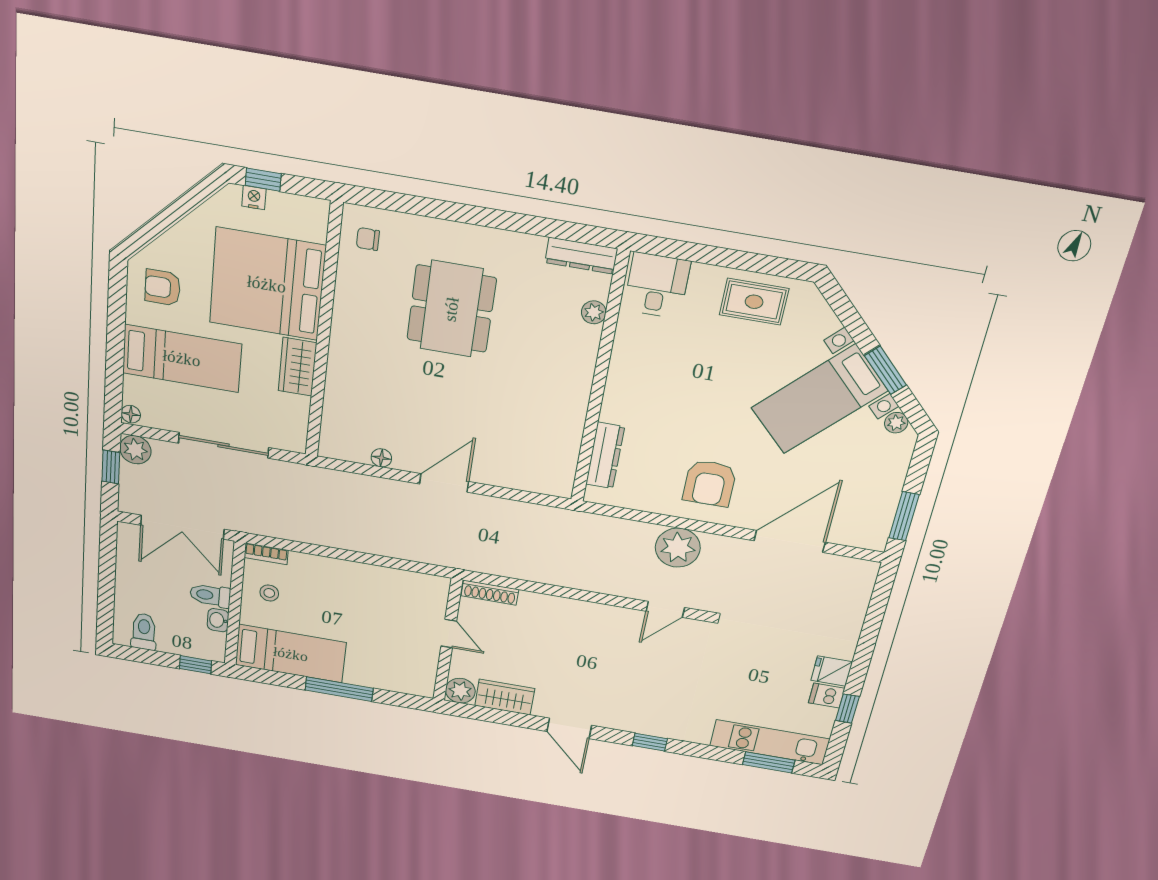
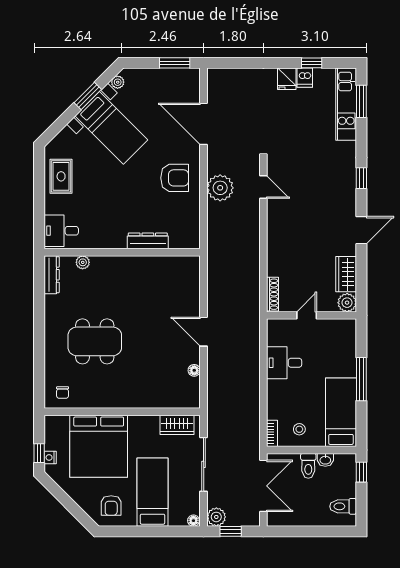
wardrobe: (297, 367) -> (177, 425), moved
dresser: (605, 456) -> (148, 241), moved
desk: (378, 590) -> (284, 363), added

